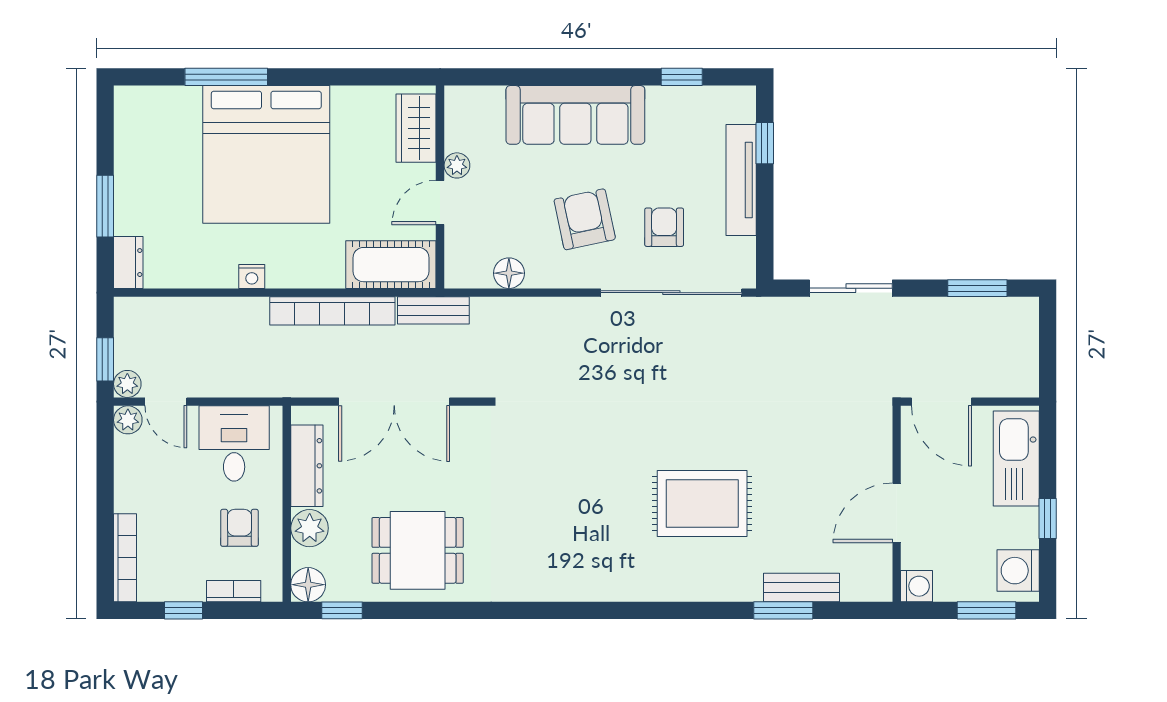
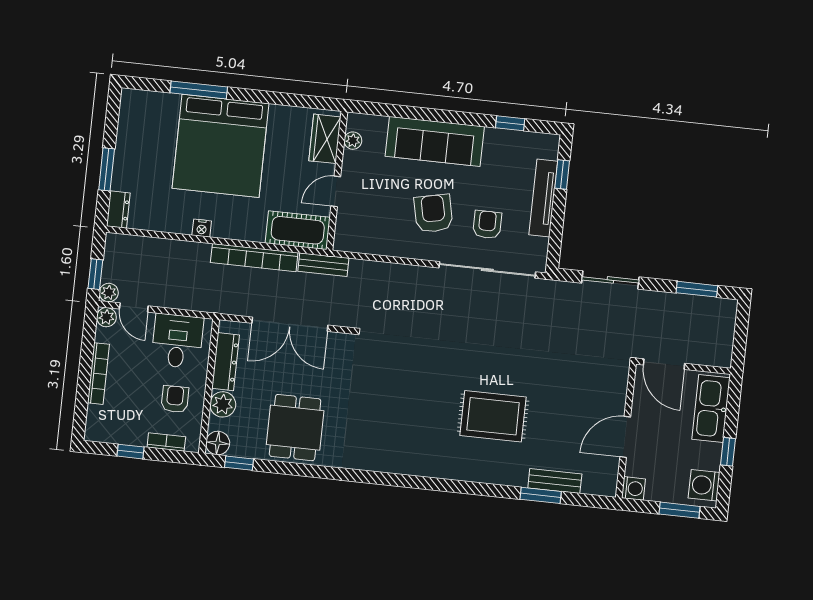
plant: (457, 165) -> (353, 141), moved
floor lamp: (509, 273) -> (378, 245), removed
dining table: (418, 550) -> (295, 428), turned 90
bookcase: (125, 558) -> (98, 374), moved

